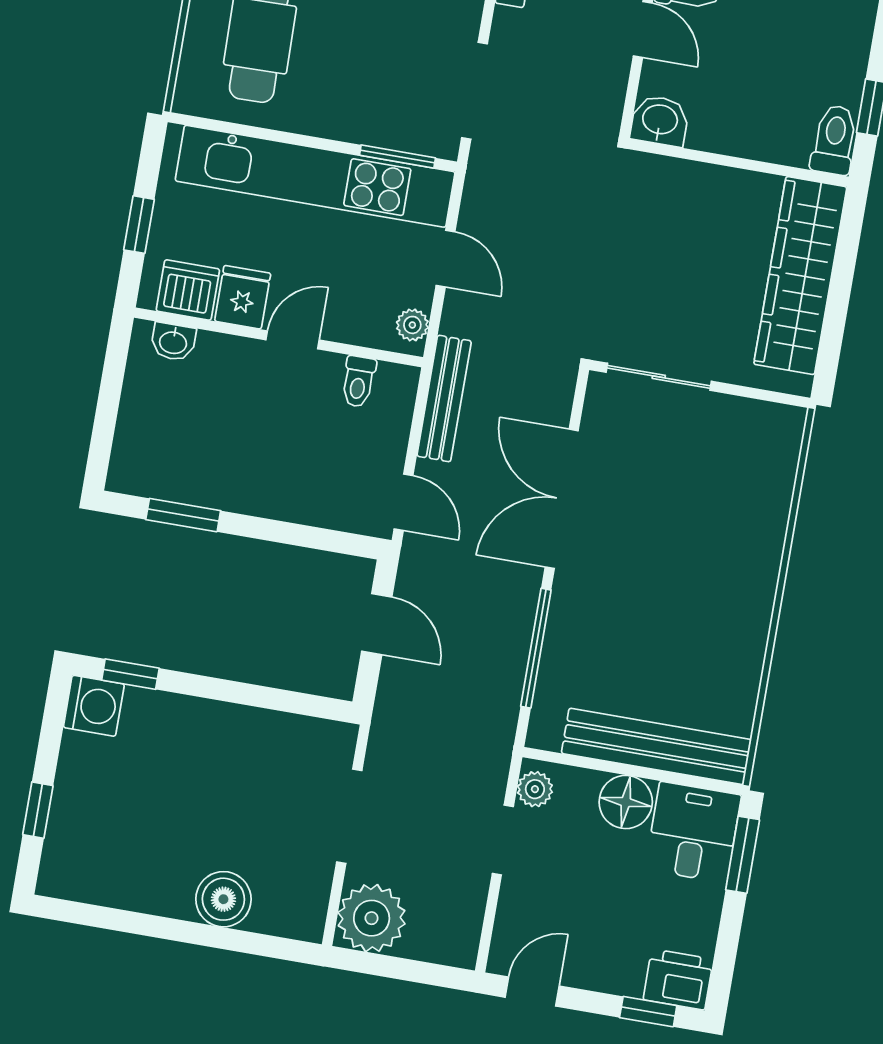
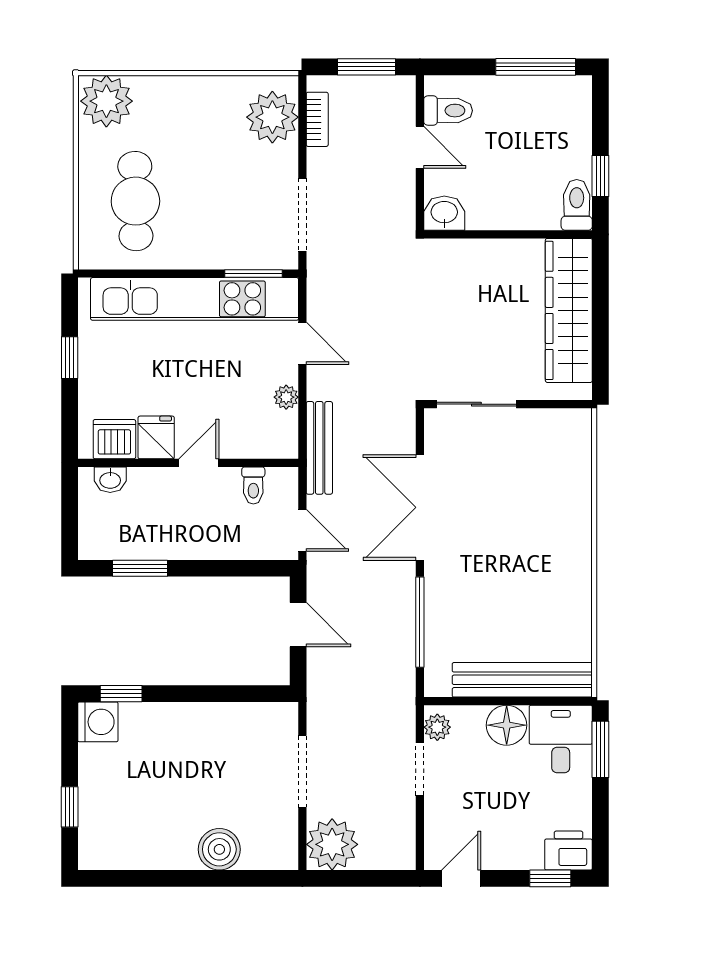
dishwasher: (188, 290) -> (114, 439), moved
fridge: (243, 297) -> (156, 437), moved
wall: (279, 337) -> (188, 463), moved
door: (293, 340) -> (199, 463), moved
washbasin: (173, 342) -> (110, 480), moved
toilet: (358, 382) -> (253, 485), moved

